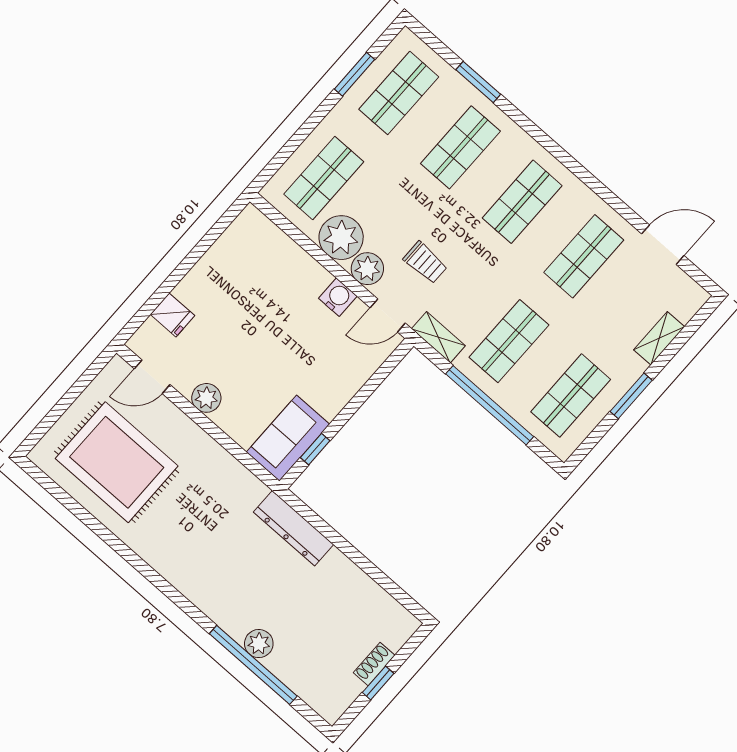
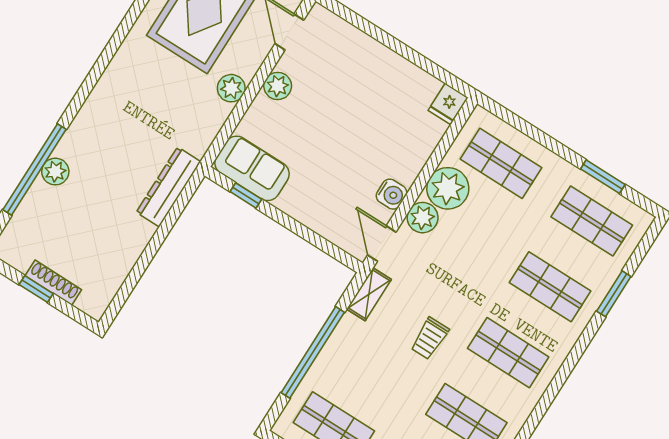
trolley: (425, 262) -> (430, 338), moved
fridge: (173, 315) -> (448, 104), moved
shop shelf: (509, 341) -> (376, 361), removed
plant: (201, 447) -> (231, 88), added
shoe rack: (374, 664) -> (53, 283), width x1.43

